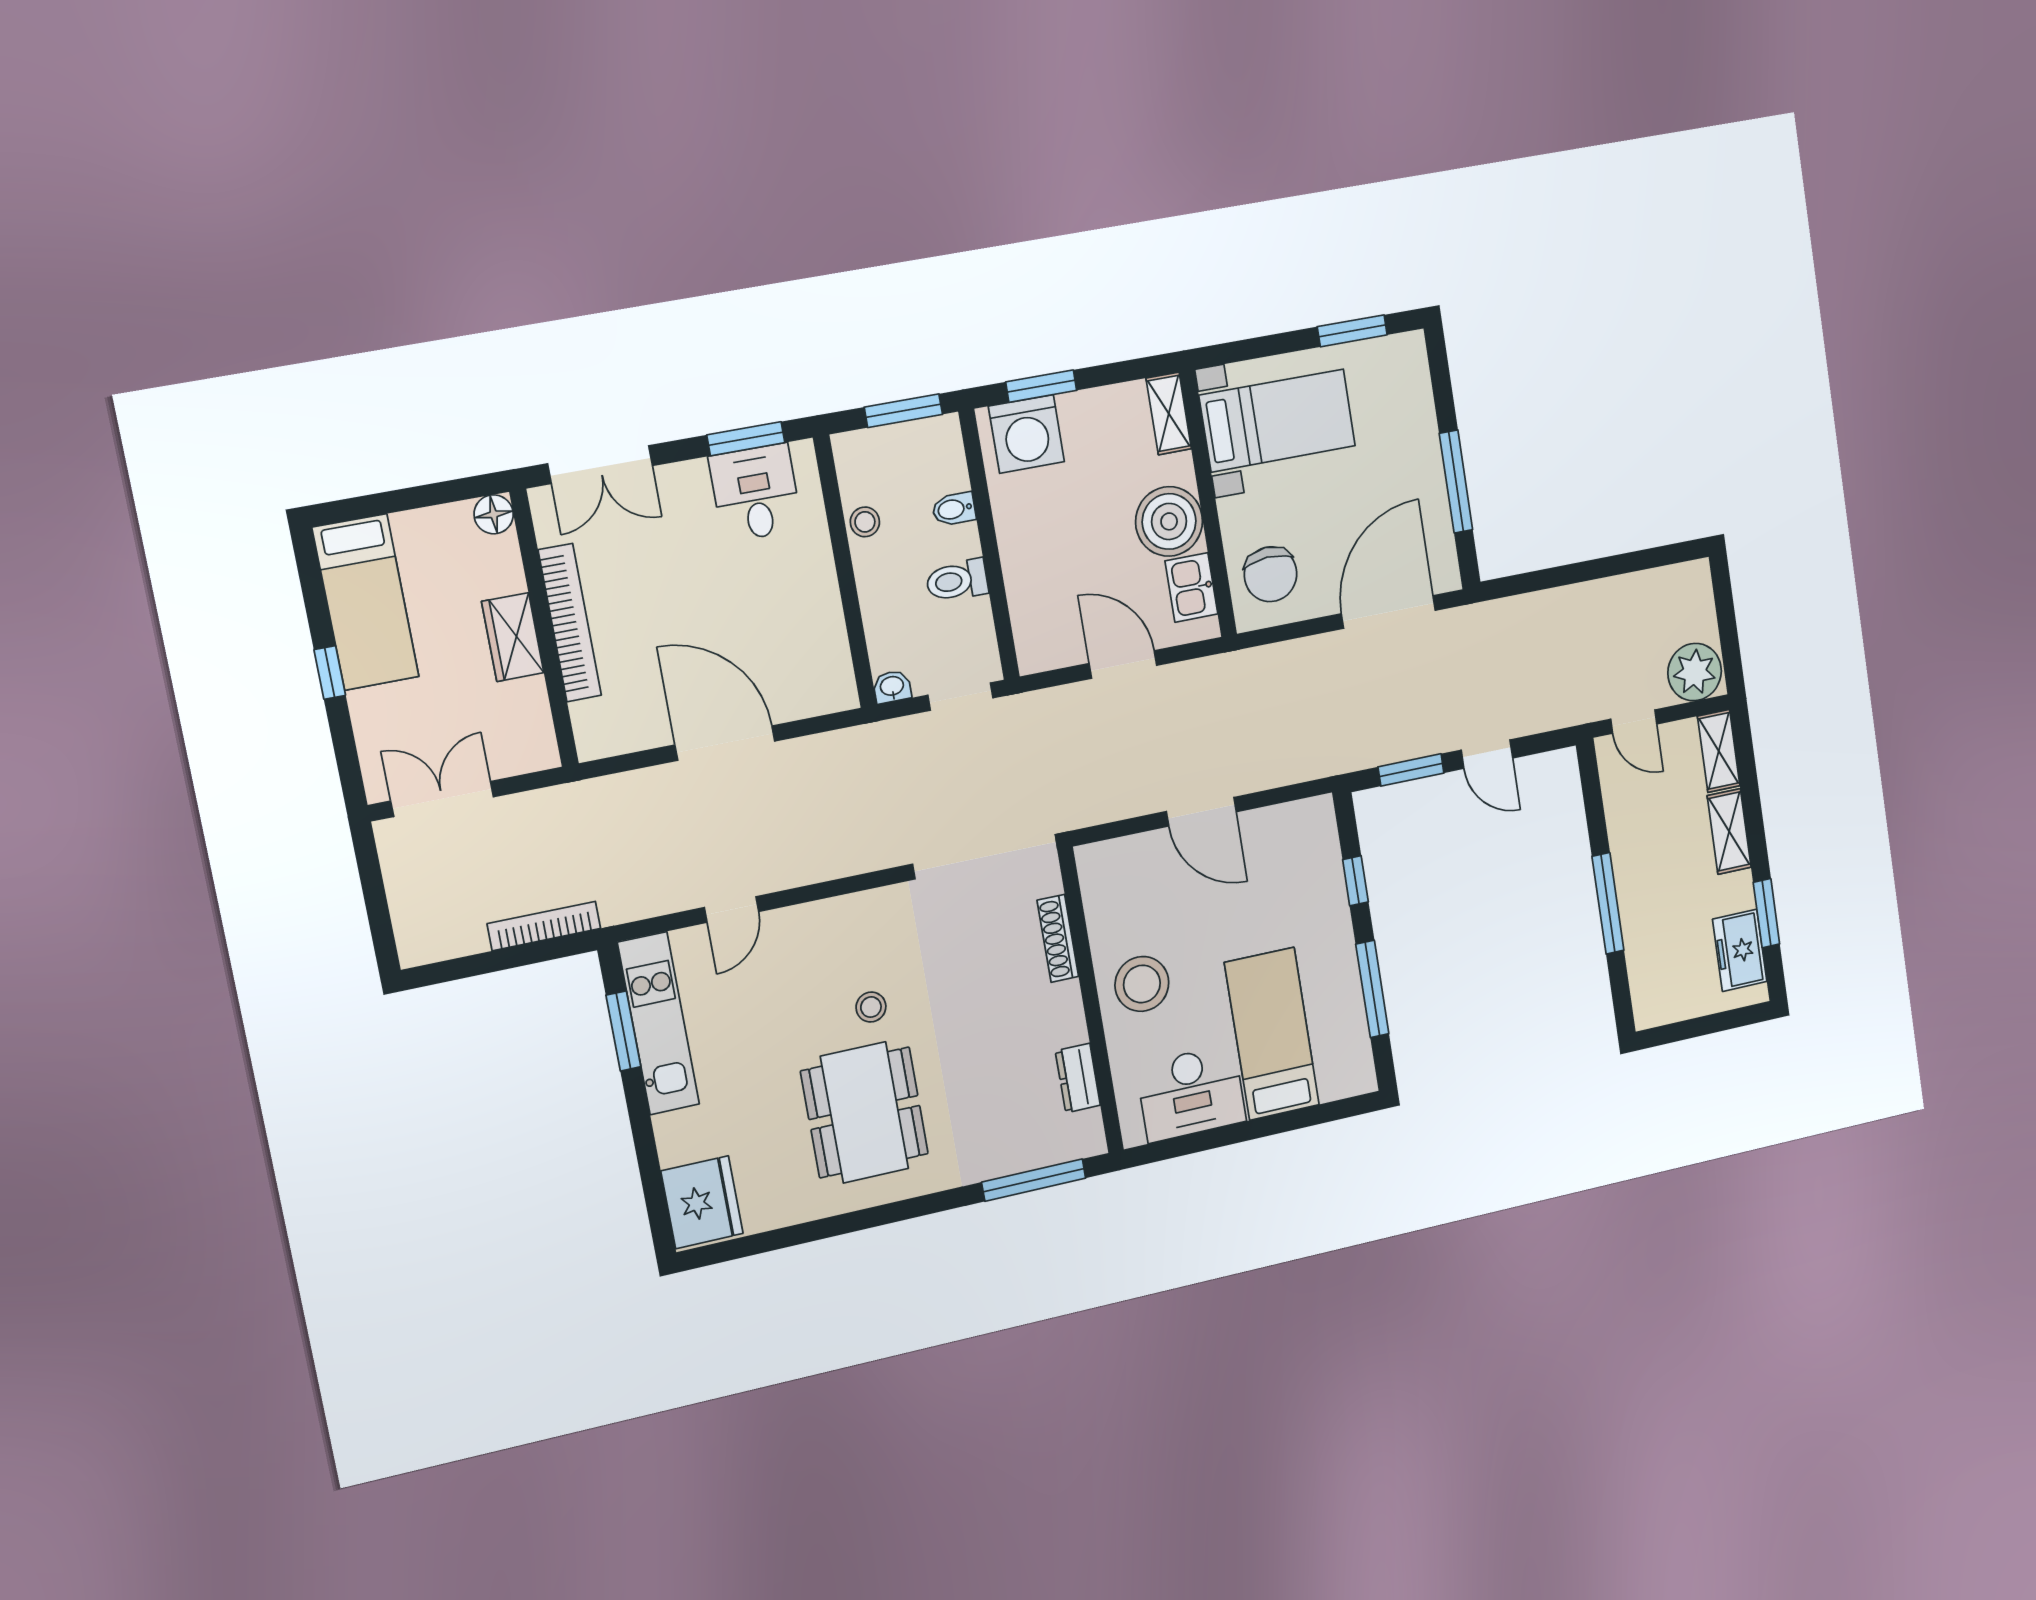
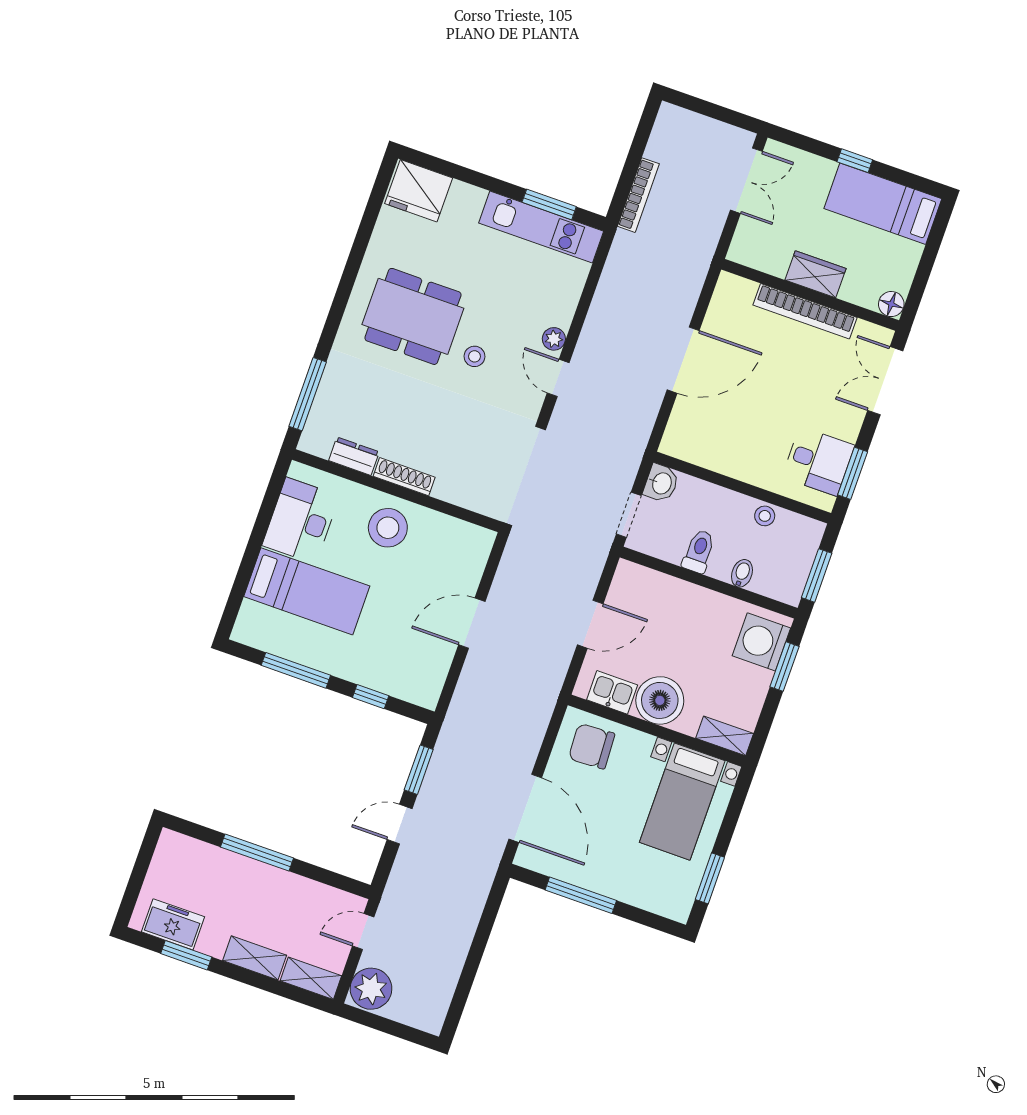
washbasin: (892, 687) -> (661, 483), width x1.38, depth x1.45
door: (731, 910) -> (558, 378), moved
plant: (792, 922) -> (554, 339), added
shoe rack: (1058, 938) -> (404, 477), moved

